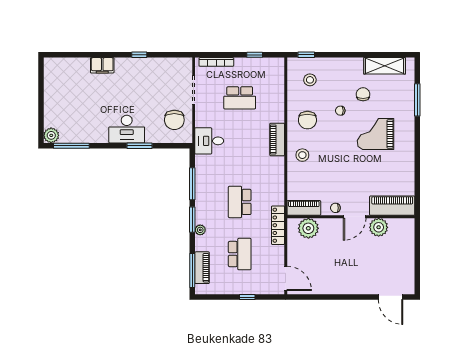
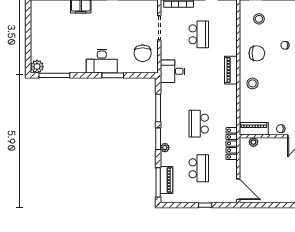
school desk: (240, 98) -> (199, 34), turned -90
chair: (307, 120) -> (257, 53), turned -90
plant: (308, 228) -> (253, 142), width x0.53, depth x0.53

